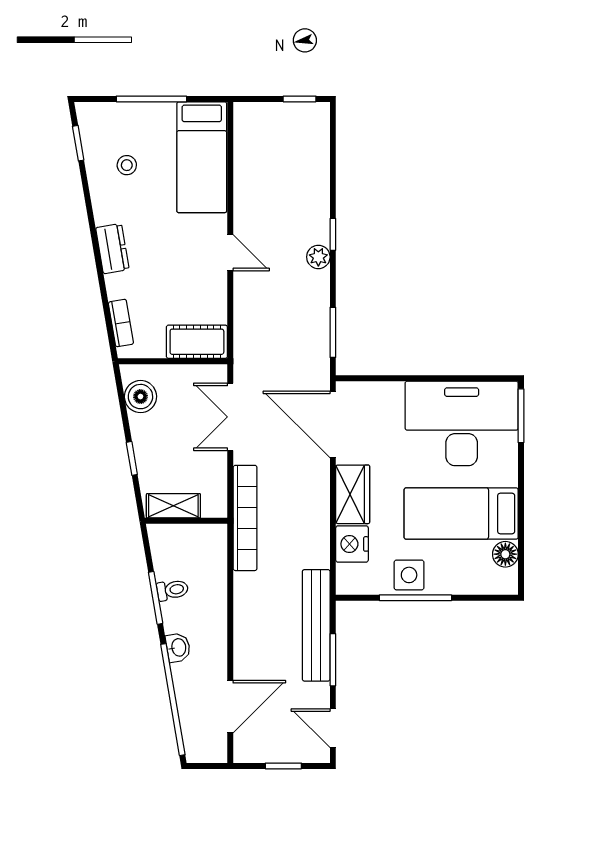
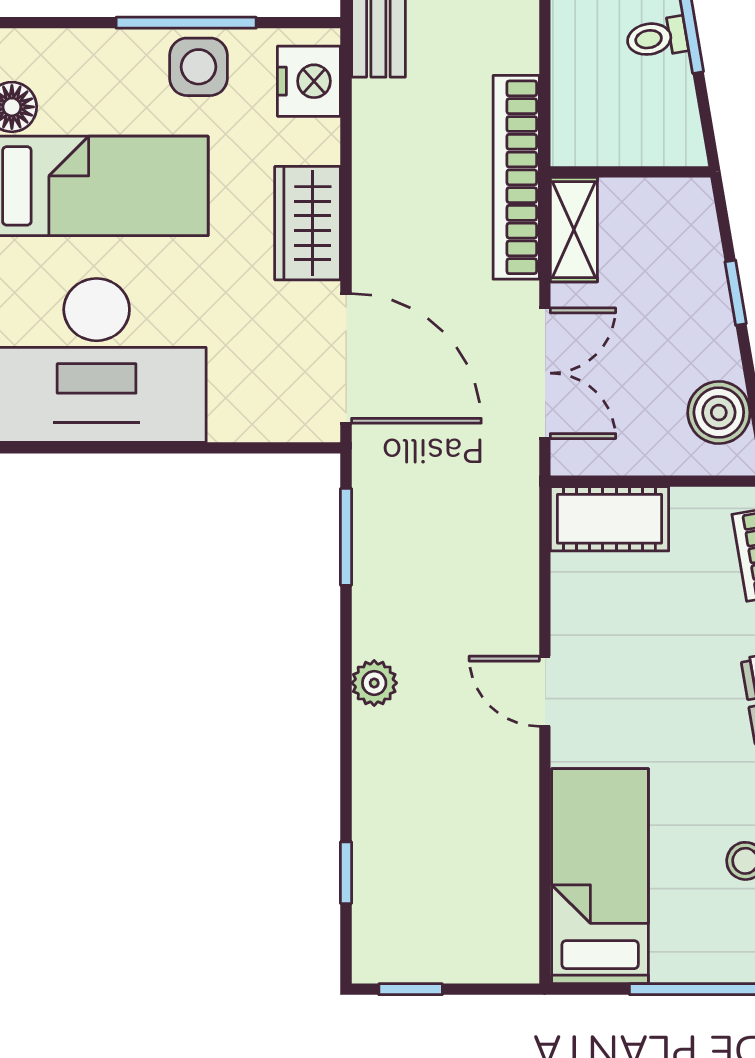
window: (333, 234) -> (346, 873), moved
shelving: (173, 506) -> (574, 230), moved, turned 90
nightstand: (352, 544) -> (309, 81), moved

